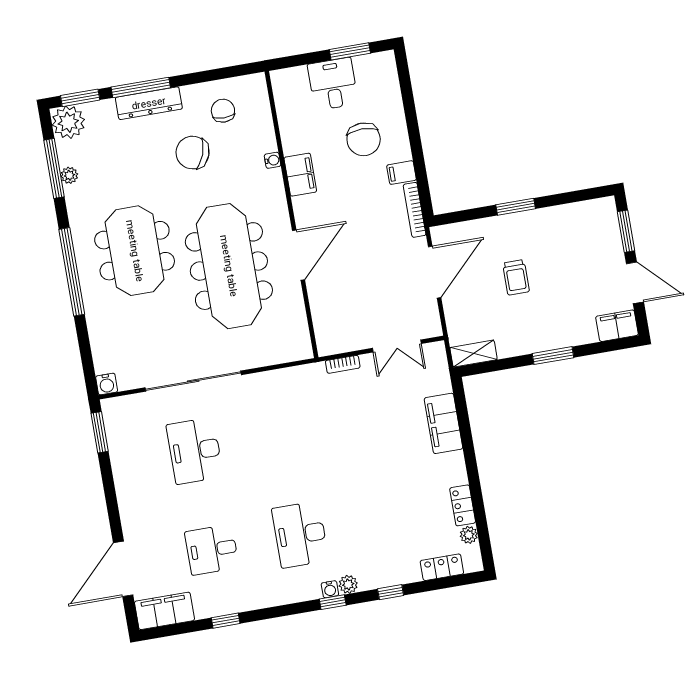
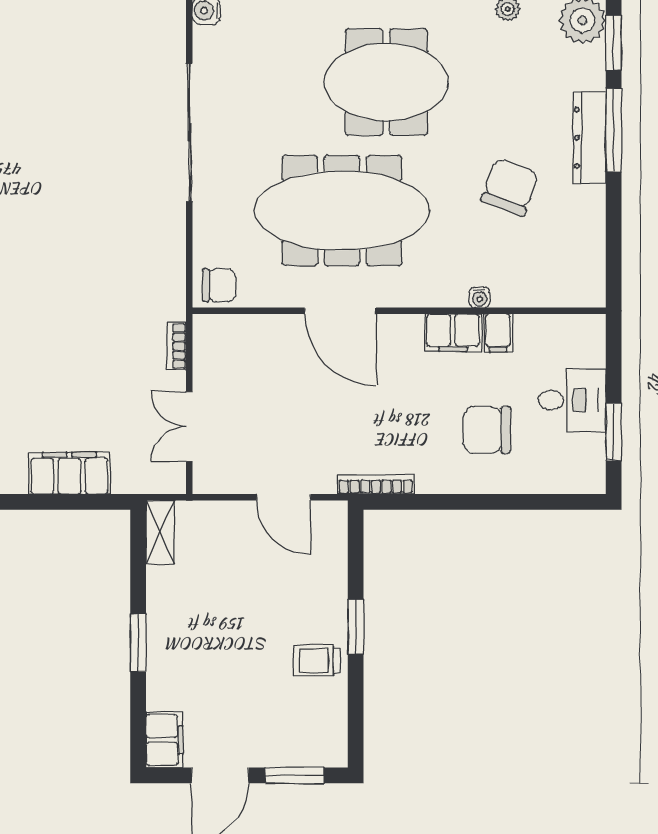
chair: (223, 111) -> (219, 285), moved
filing cabinet: (402, 173) -> (498, 333), moved, turned 180
door: (435, 272) -> (284, 497), width x0.73
trolley: (516, 277) -> (317, 661), moved
desk: (195, 451) -> (91, 118), removed

